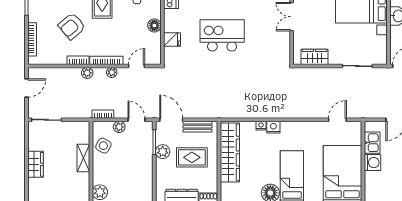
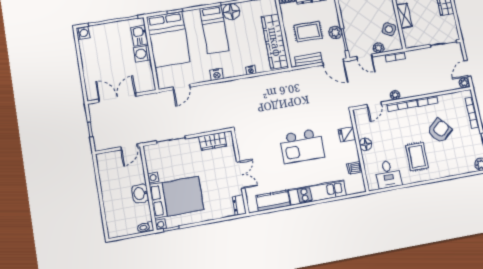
plant: (87, 73) -> (464, 83), moved
nightstand: (273, 127) -> (217, 74), moved
kitchen sink: (372, 143) -> (139, 36), moved

